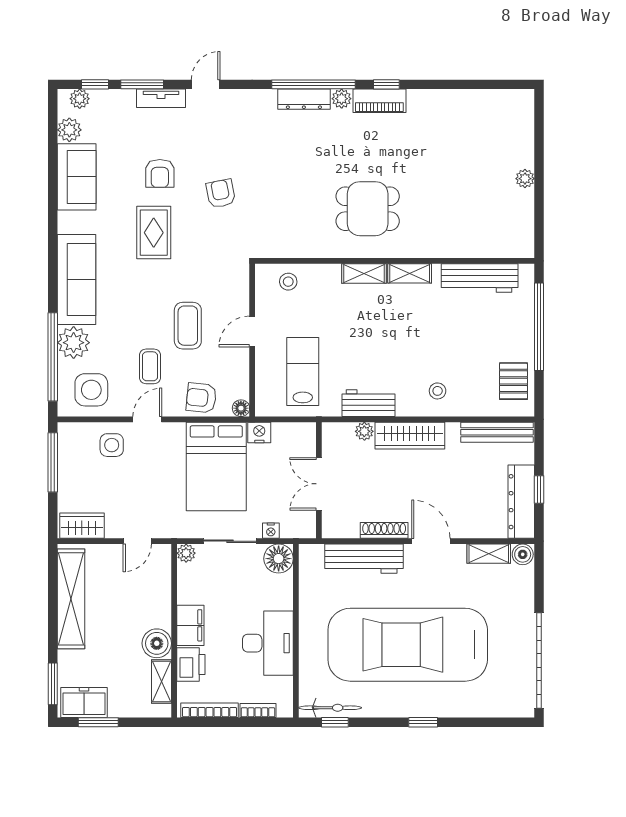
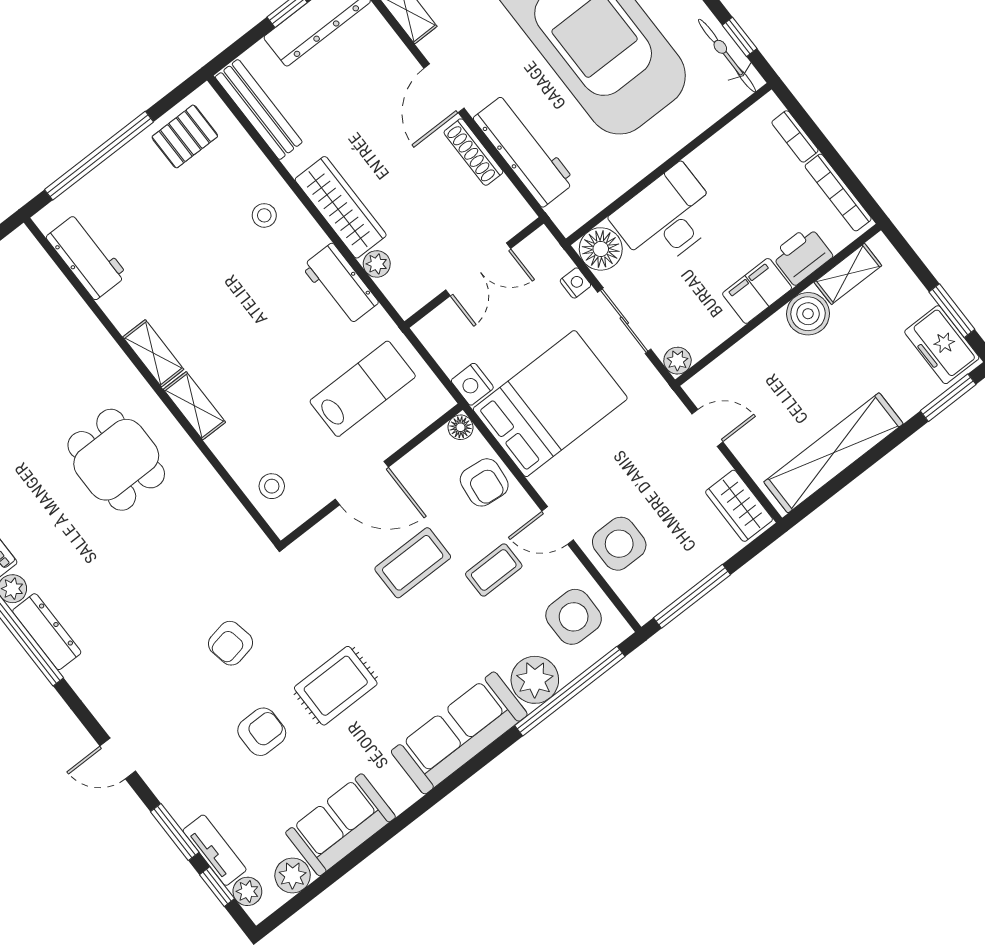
tv unit: (161, 98) -> (215, 850), moved
workbench: (480, 278) -> (87, 256), width x0.73
door: (252, 331) -> (362, 483), width x1.38
lab bench: (303, 371) -> (363, 389), turned 180
side table: (112, 445) -> (619, 544), width x1.37, depth x1.37
desk: (268, 643) -> (667, 218), moved

